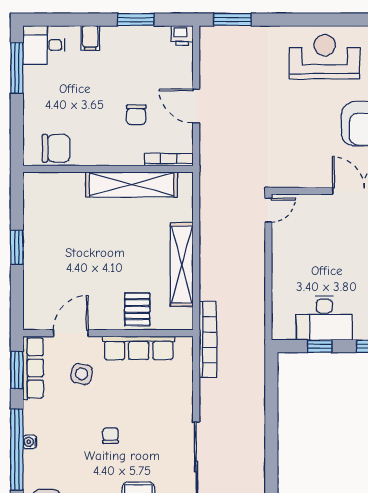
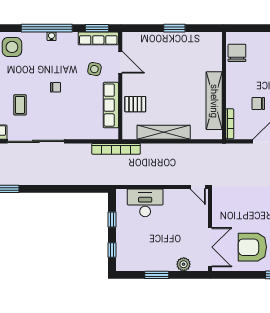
chair: (56, 148) -> (237, 53), turned 180
desk: (324, 318) -> (145, 203), moved, turned 90

